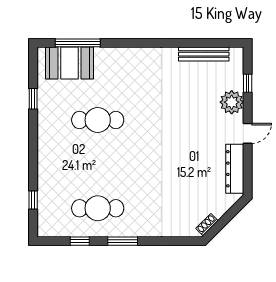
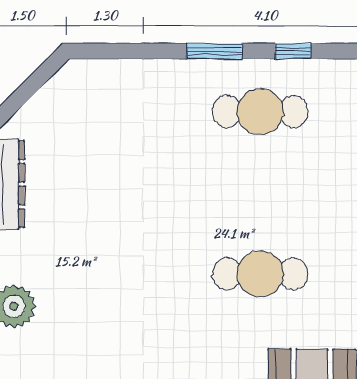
shoe rack: (207, 225) -> (59, 82), removed

